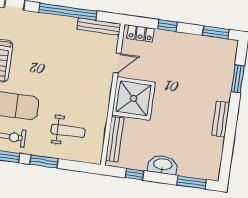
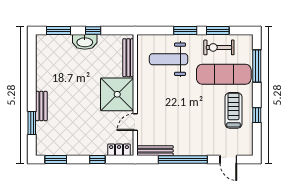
bench: (221, 119) -> (41, 106), moved
weight bench: (68, 131) -> (169, 59), width x1.36, depth x1.33
window: (134, 174) -> (93, 31), moved

